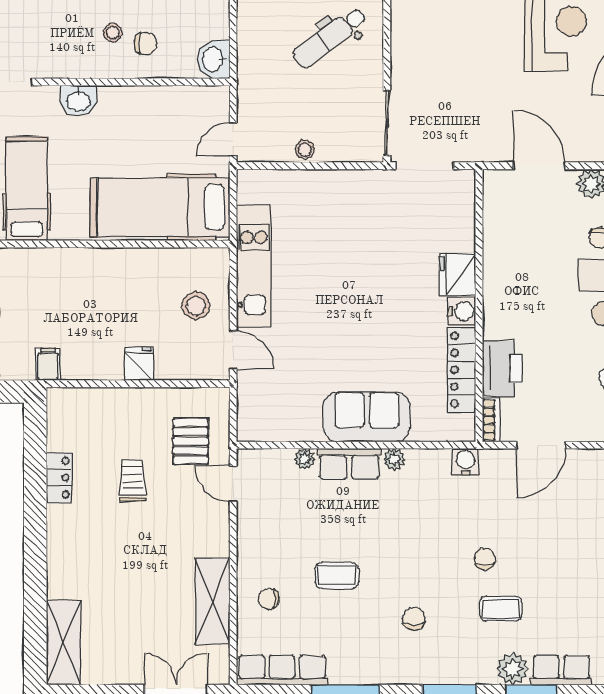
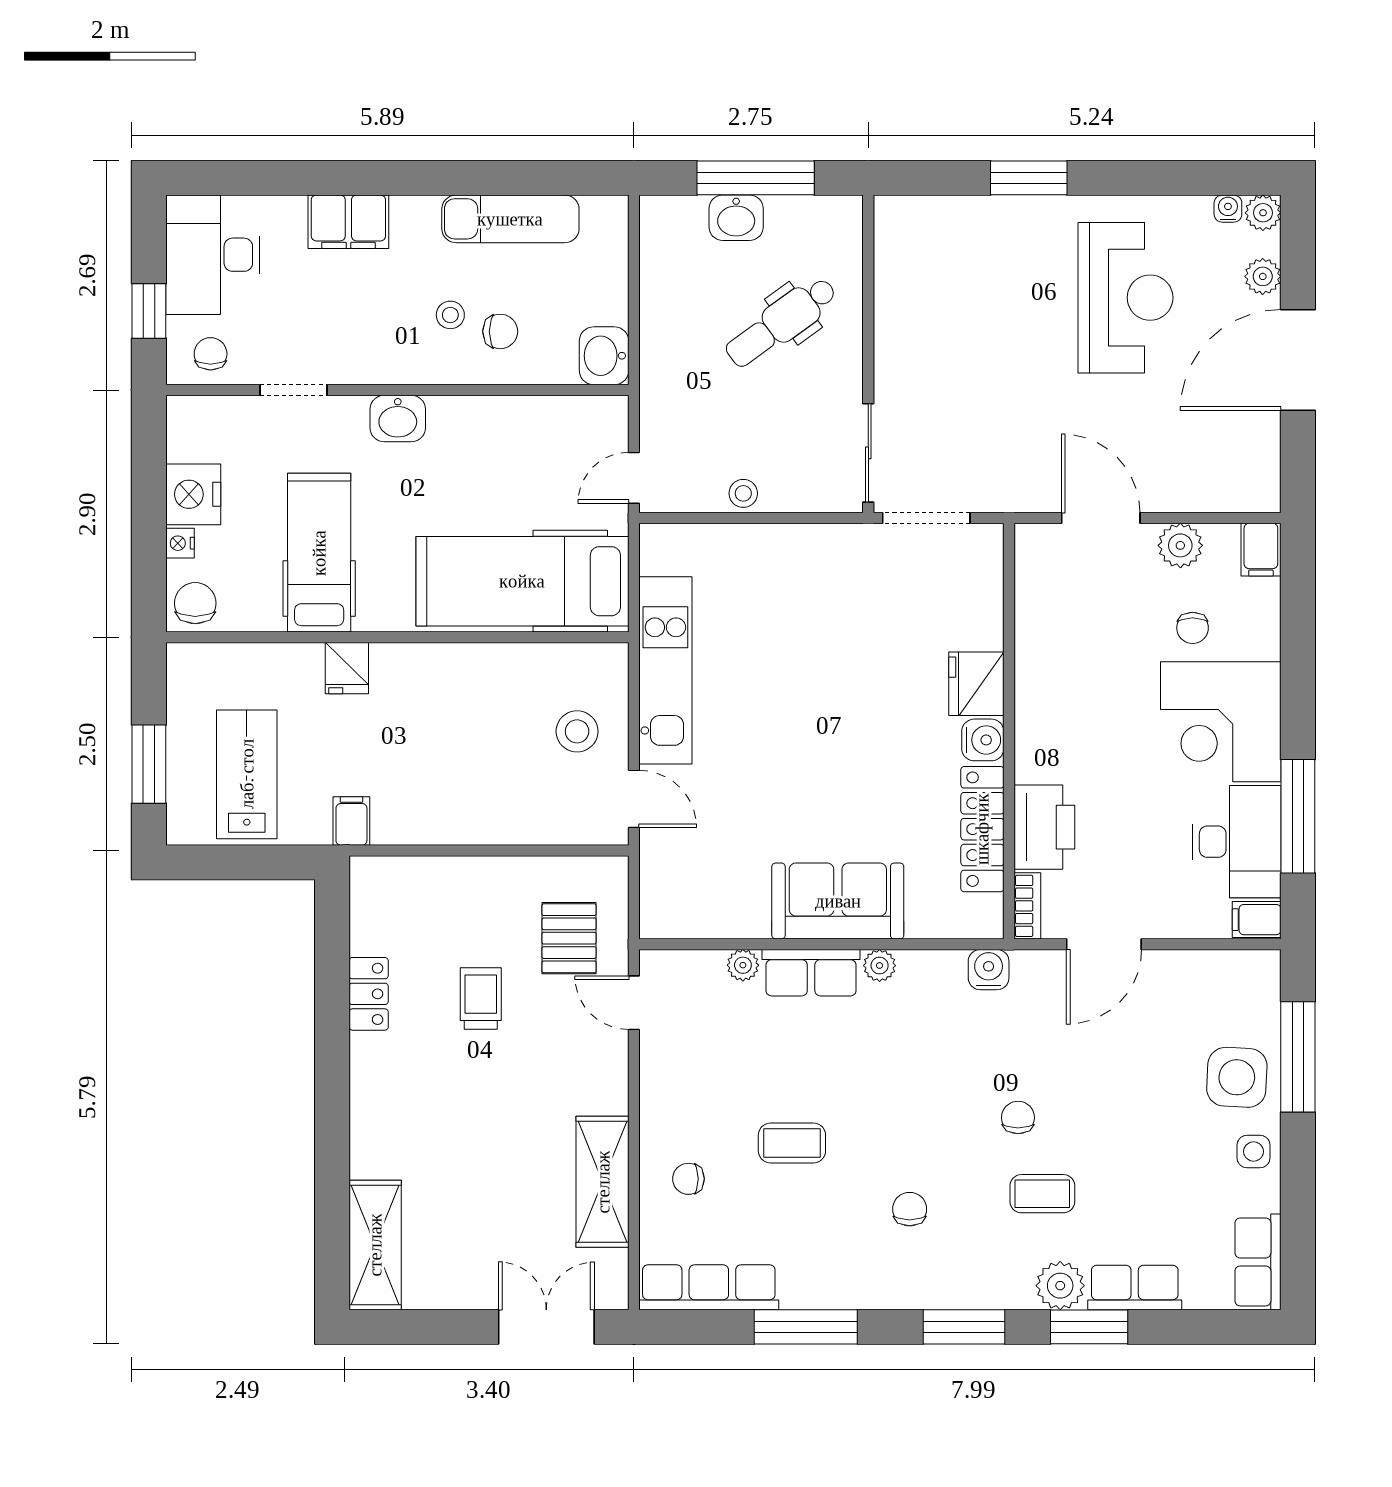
fridge: (139, 363) -> (347, 668), moved, turned 180

